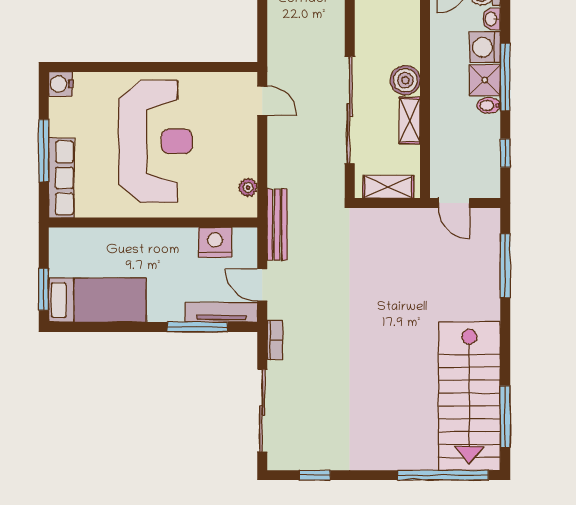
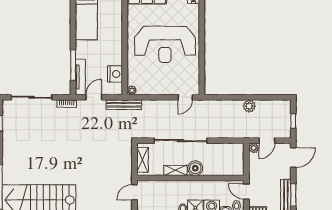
plant: (248, 187) -> (132, 90), moved

